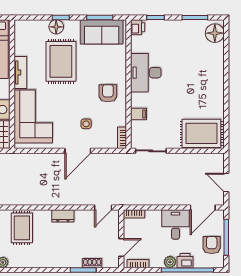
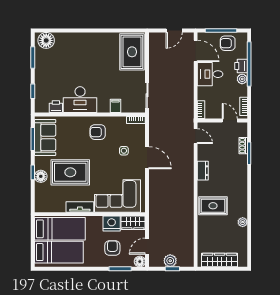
printer: (138, 27) -> (56, 107), moved

